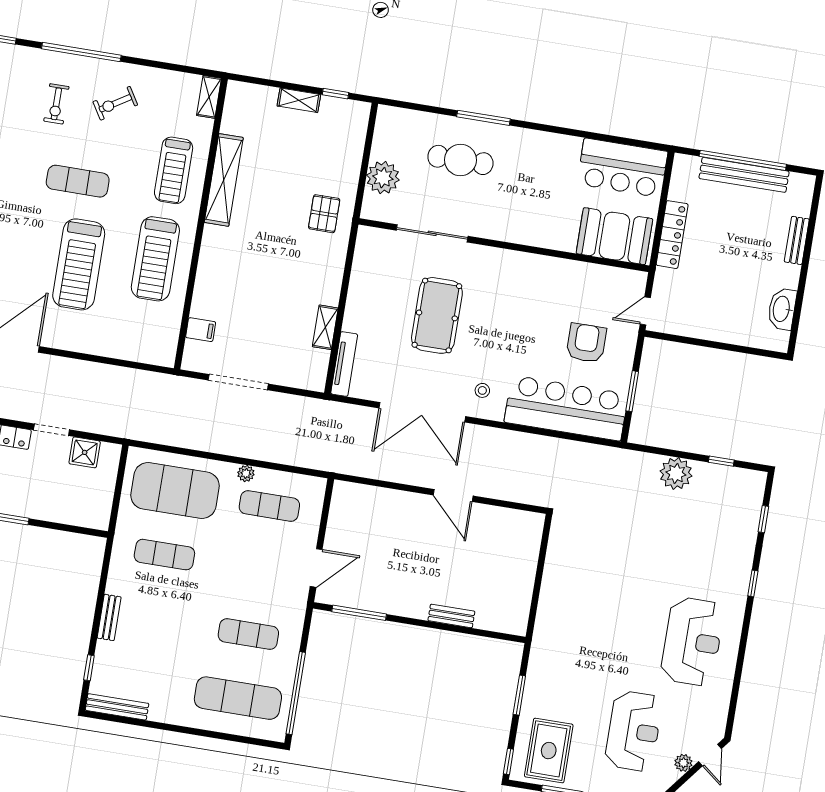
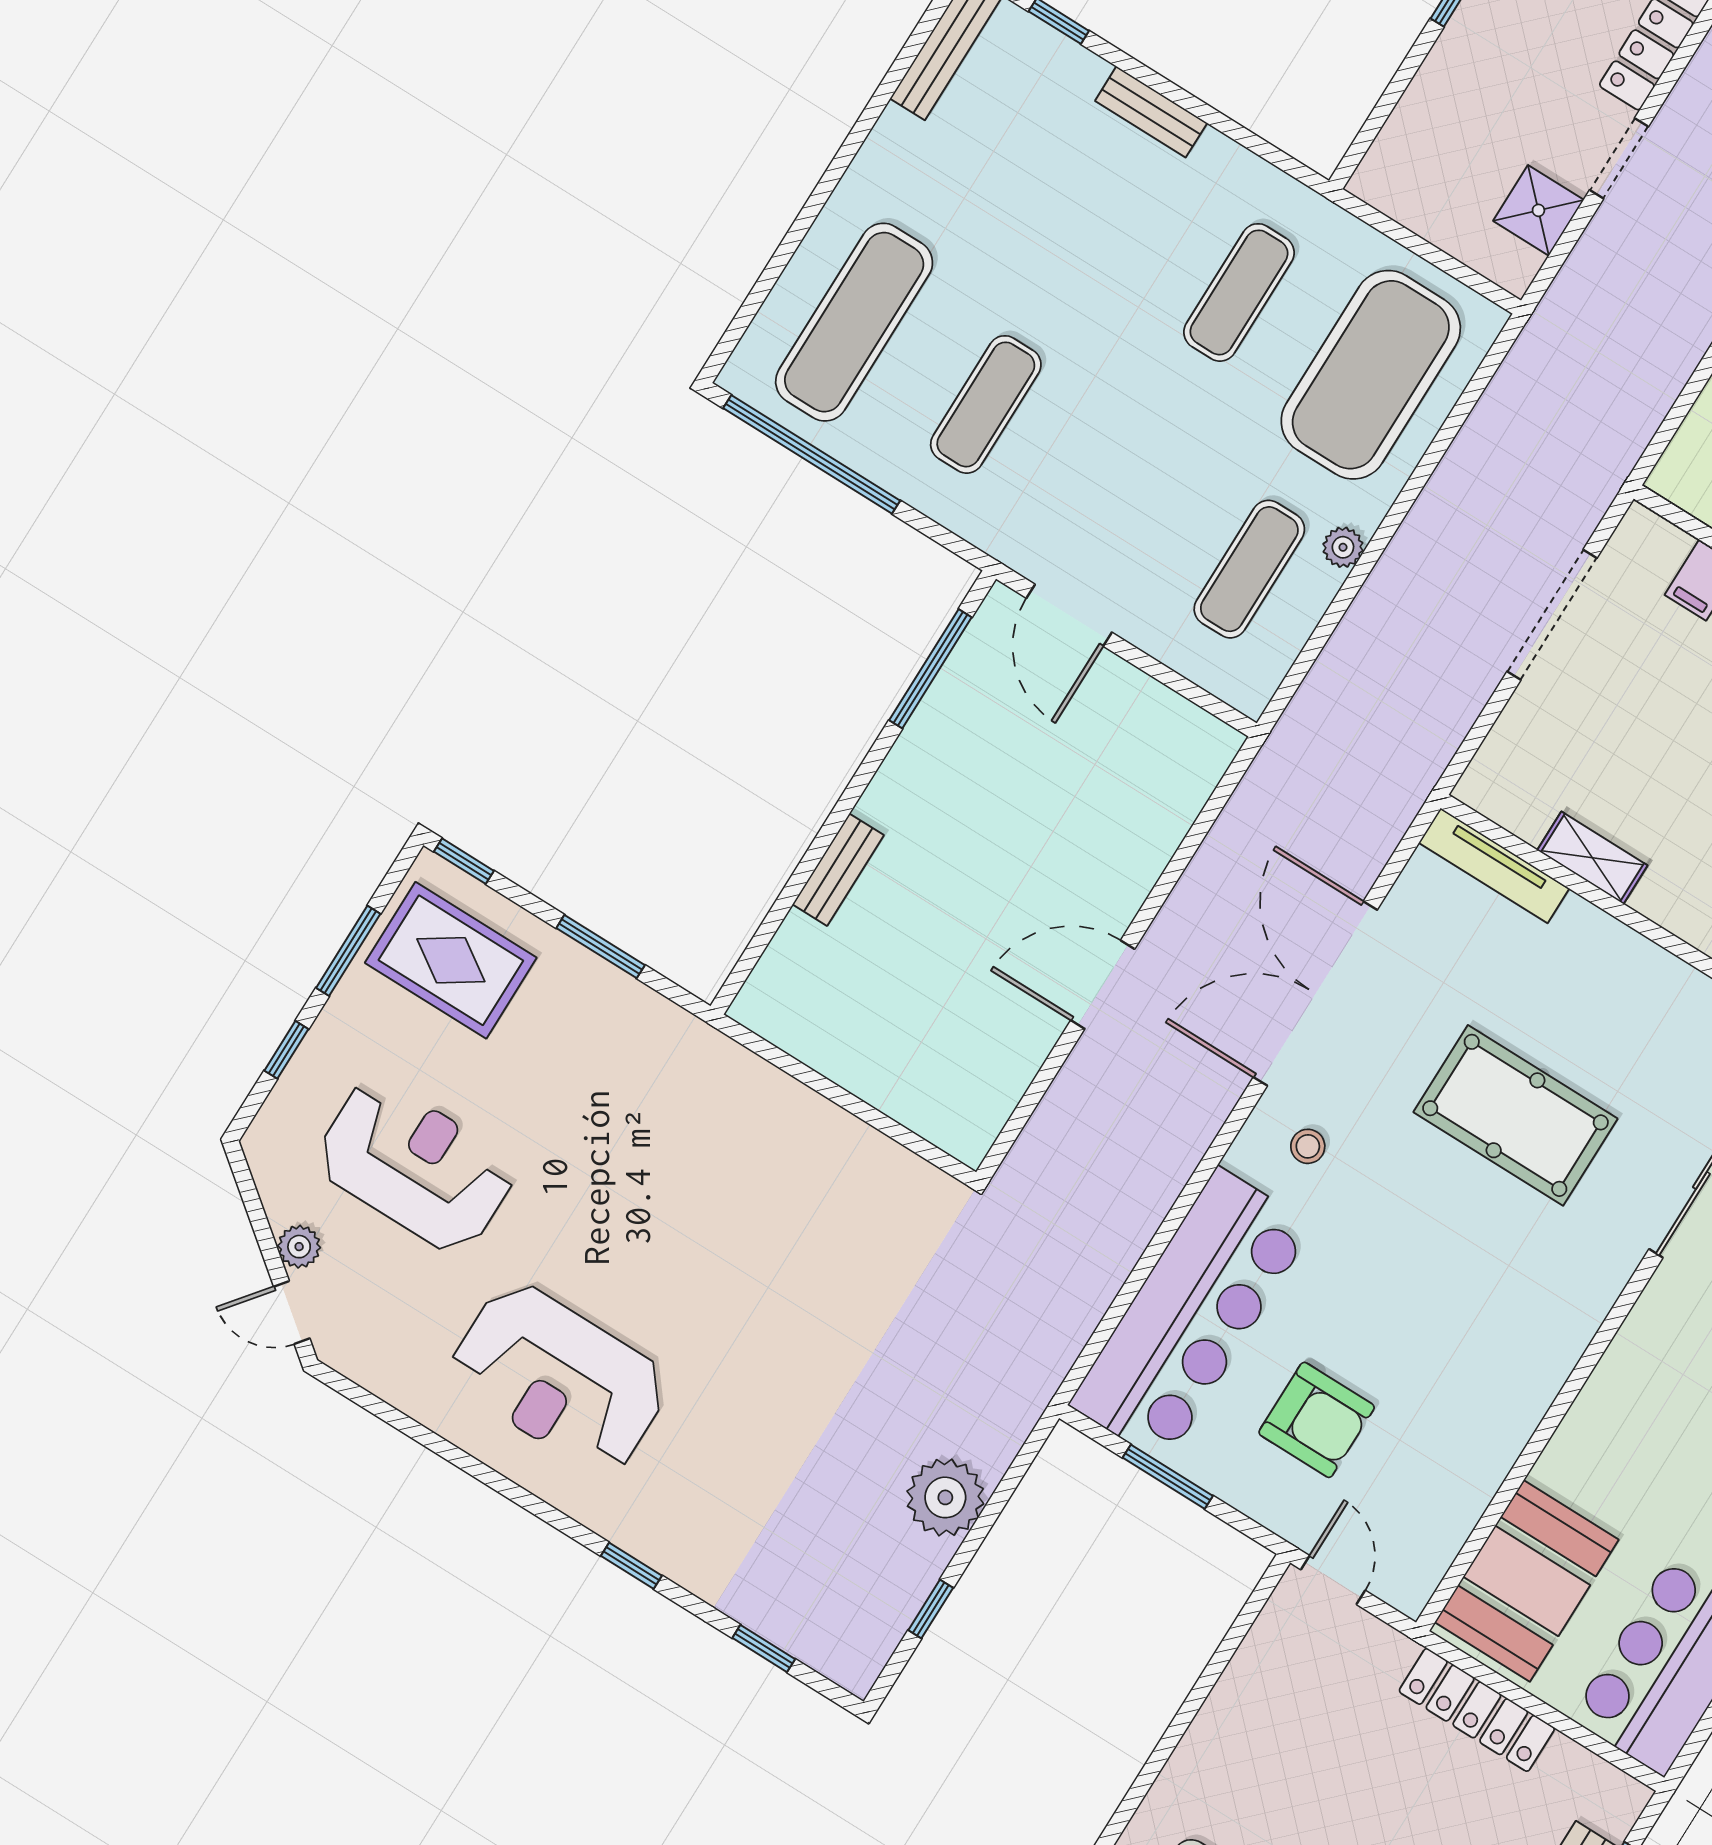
reception desk: (634, 731) -> (415, 1166), turned 180

